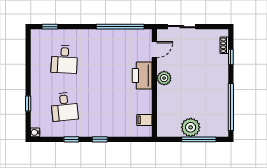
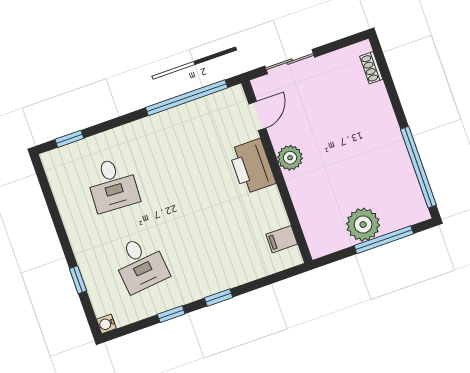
window: (231, 57) -> (389, 84), removed

